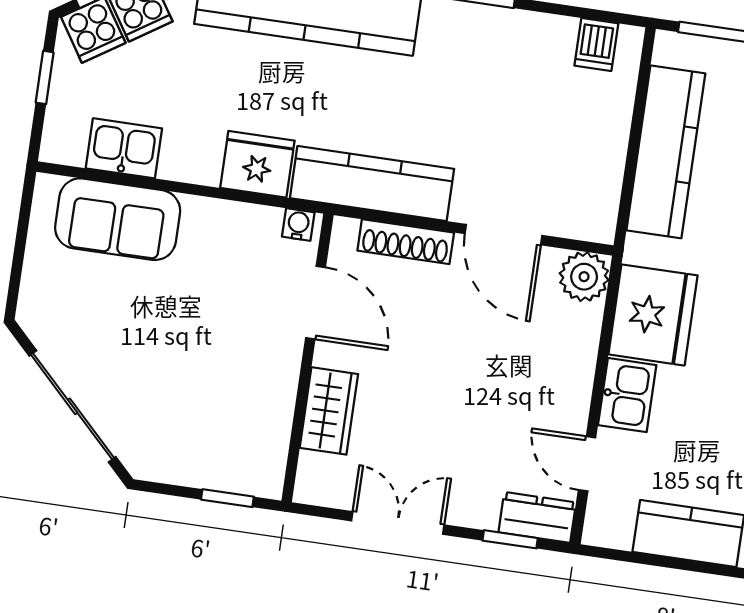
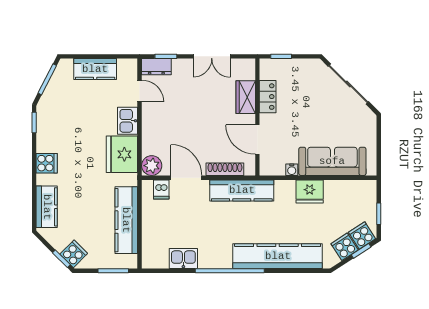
dishwasher: (596, 44) -> (161, 189), moved, turned 180
kitchen sink: (124, 148) -> (183, 258), moved, turned 180
fridge: (257, 164) -> (310, 191), moved
sofa: (118, 219) -> (332, 161), width x1.36
water cooler: (298, 225) -> (292, 170), moved
locker: (275, 404) -> (268, 97), added

